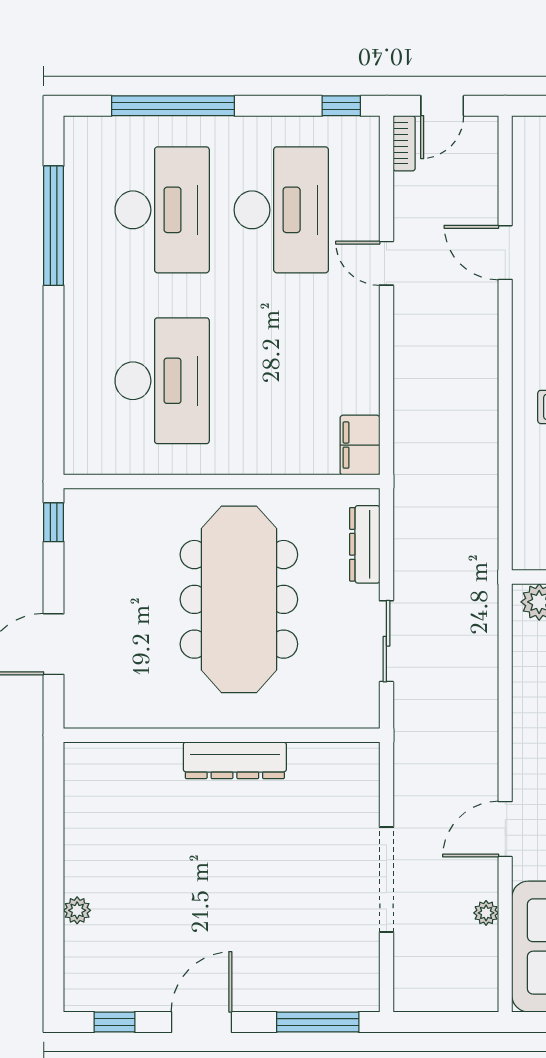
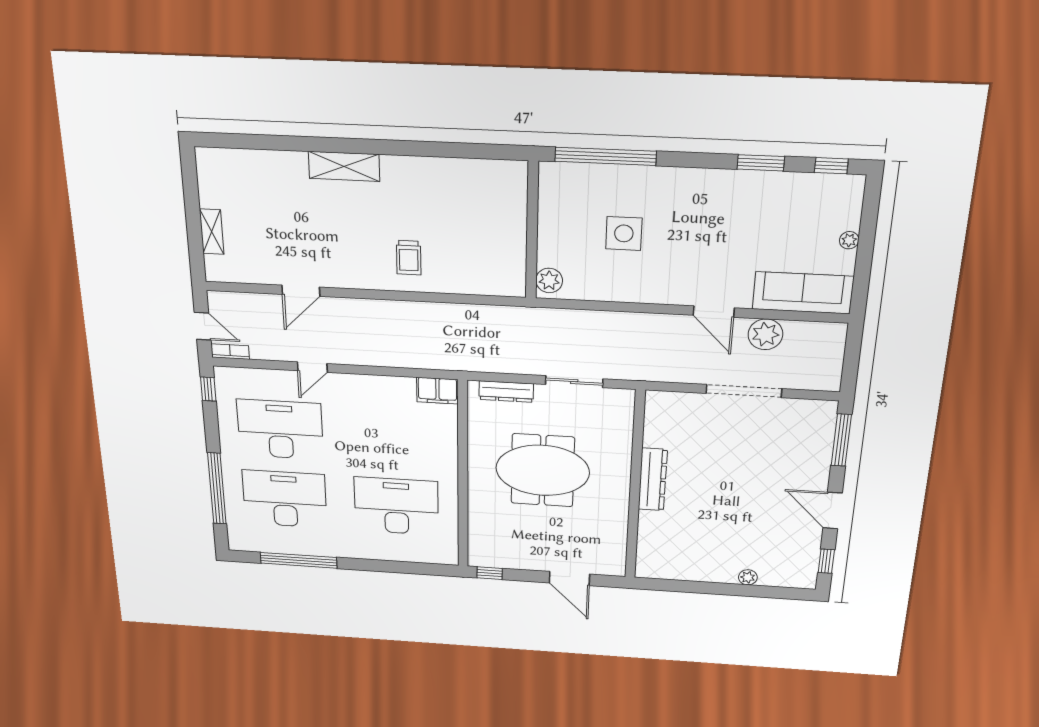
meeting table: (239, 599) -> (543, 470), width x0.73
plant: (486, 913) -> (765, 334), width x1.88, depth x1.88

